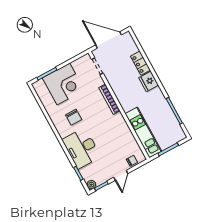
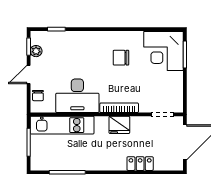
fridge: (149, 81) -> (119, 125), moved, turned 180
corner desk: (63, 84) -> (164, 51), moved
desk: (82, 148) -> (77, 96), moved, turned 180
door: (121, 175) -> (29, 74), hinge flipped
plant: (91, 185) -> (36, 51), moved

